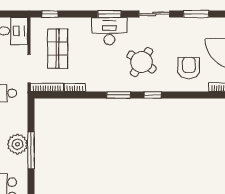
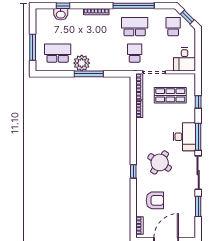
window: (50, 14) -> (198, 102), moved
window: (109, 14) -> (198, 137), width x1.44
sliding door: (154, 14) -> (198, 173), width x1.37
window: (119, 95) -> (133, 144), removed
plant: (18, 144) -> (82, 63), moved

